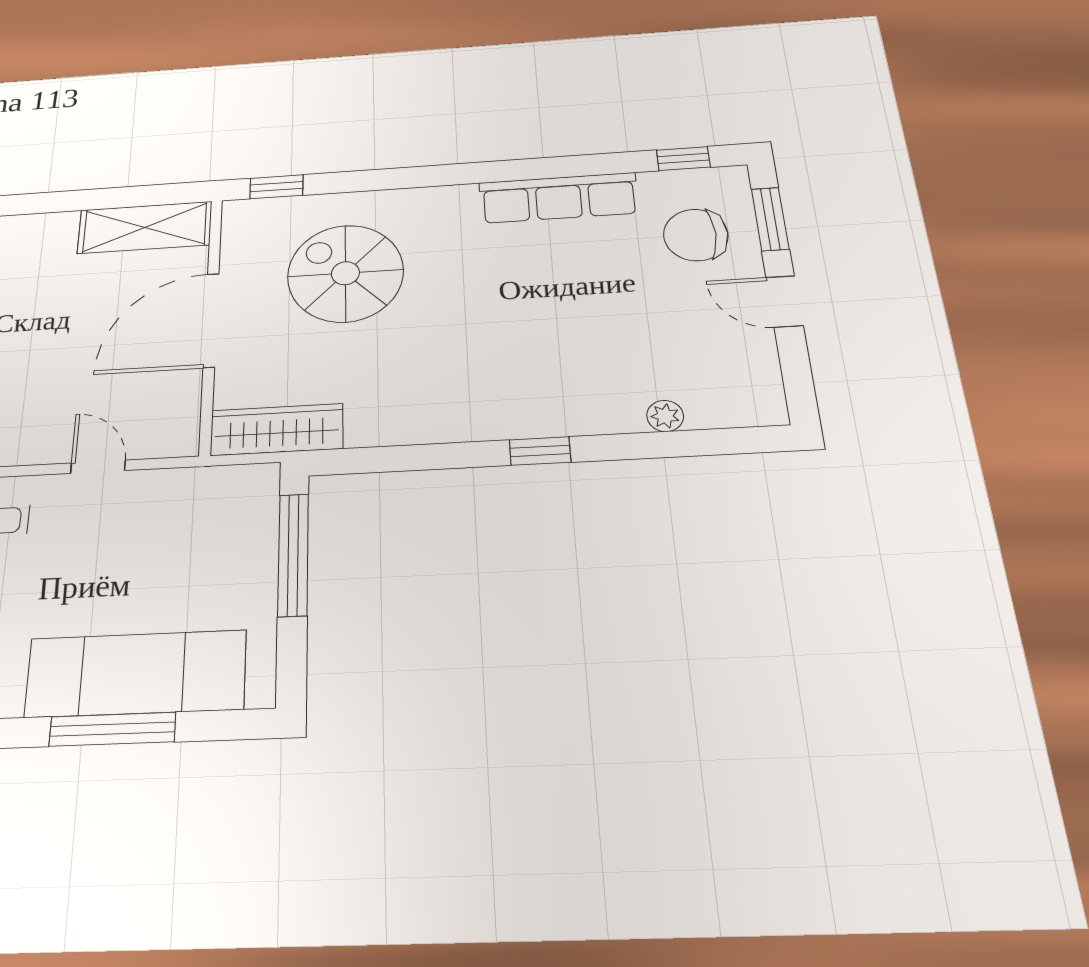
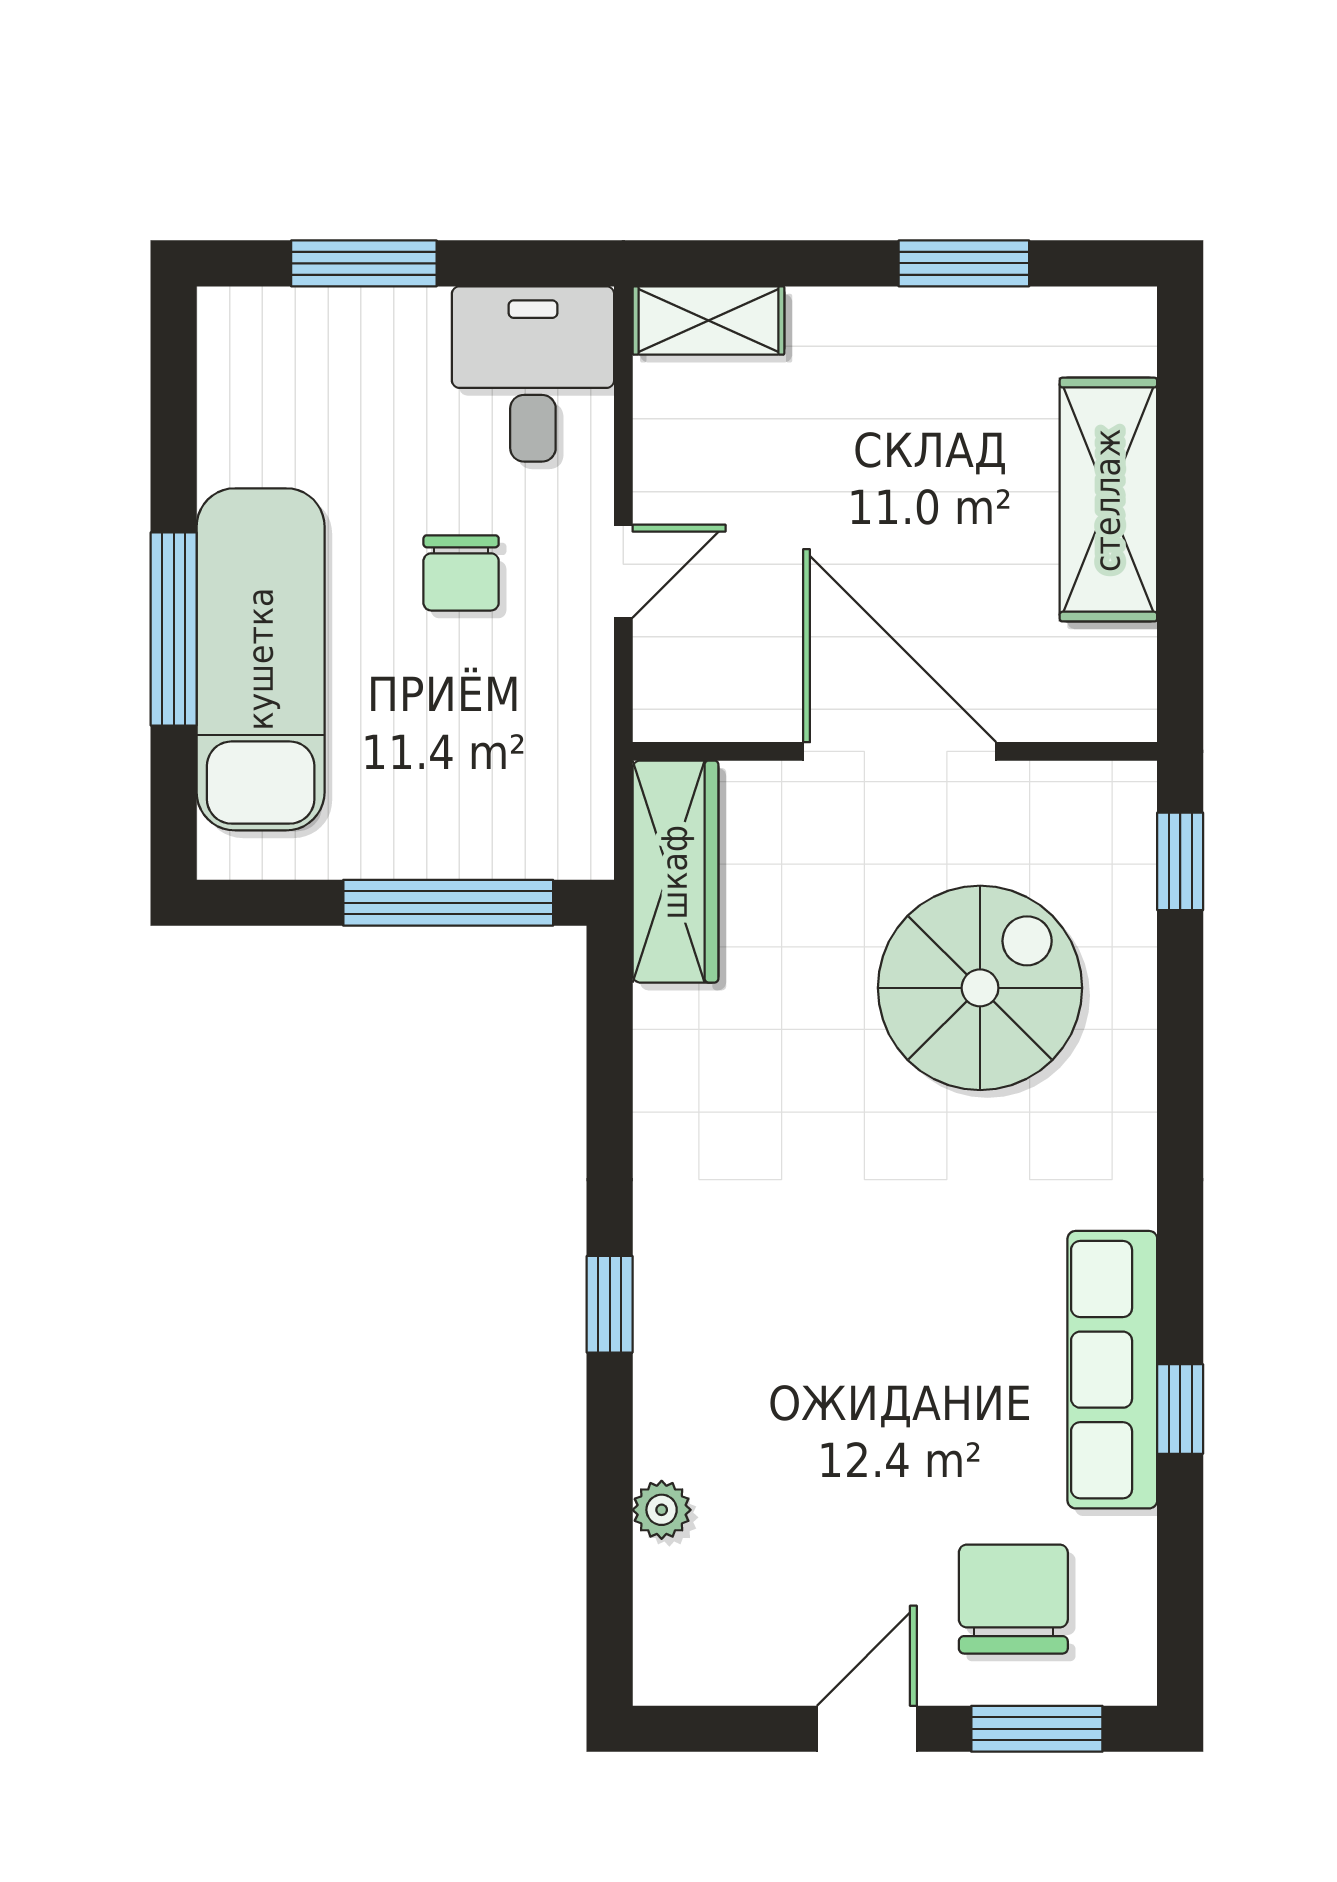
window: (683, 159) -> (1180, 1409), moved
shelving: (145, 227) -> (1108, 500), moved
chair: (91, 556) -> (461, 573), added

